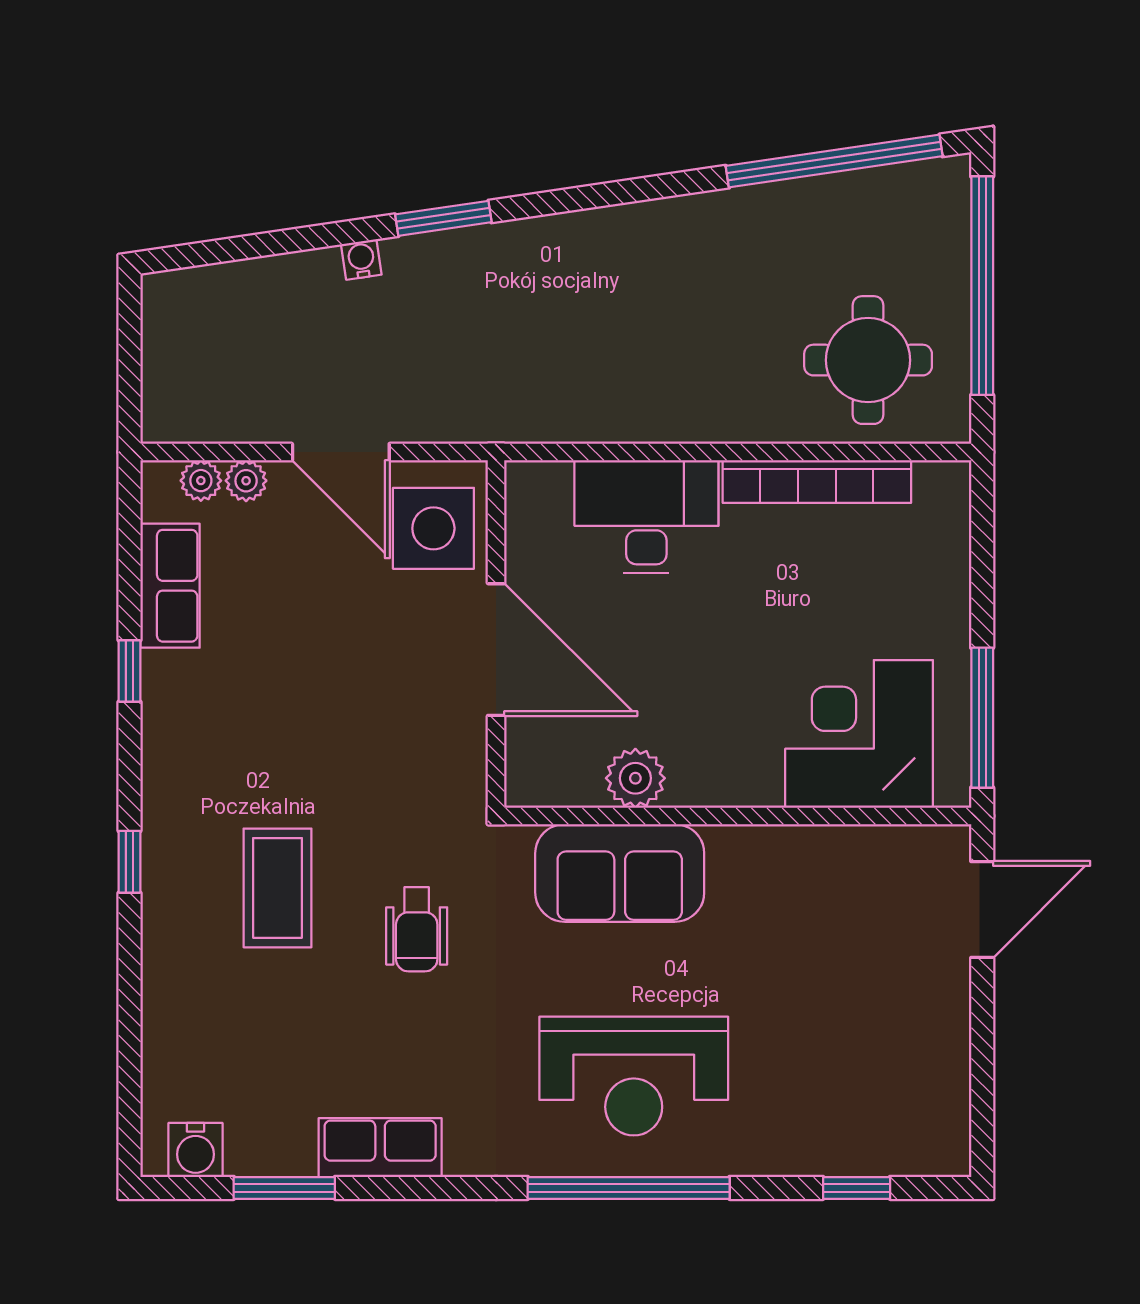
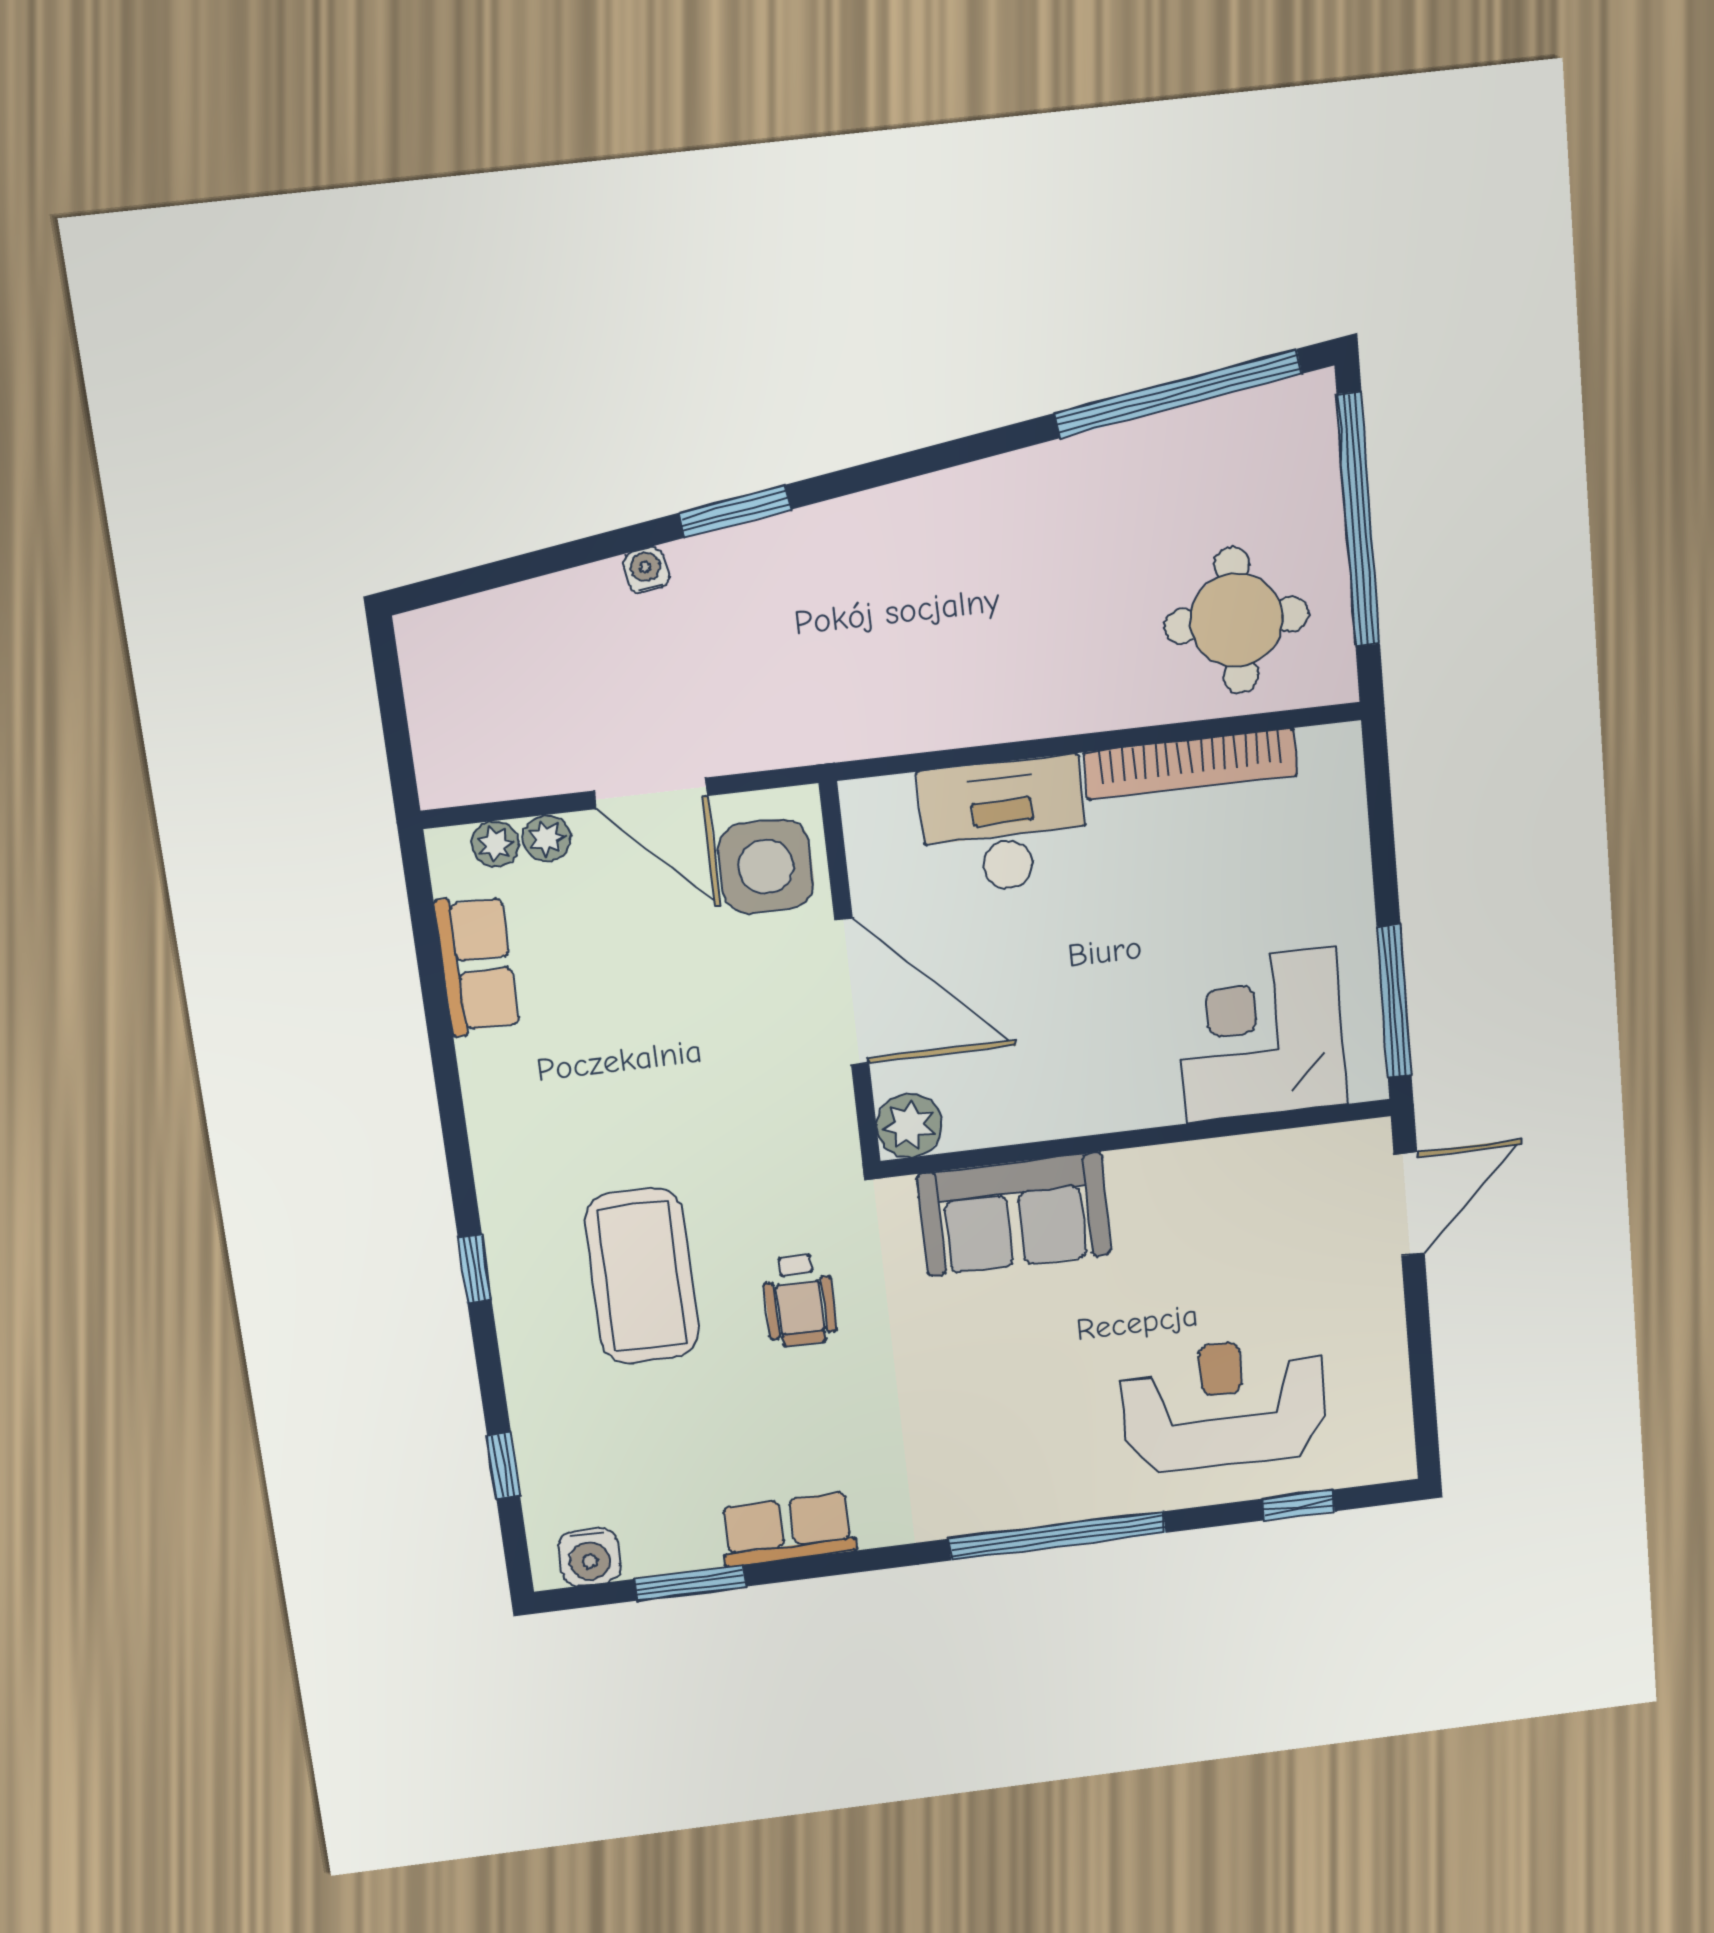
window: (129, 671) -> (504, 1465), moved
plant: (635, 778) -> (909, 1125), moved
coffee table: (278, 888) -> (642, 1276), width x1.36, depth x1.32
reception desk: (634, 1076) -> (1223, 1404), moved, turned 180

